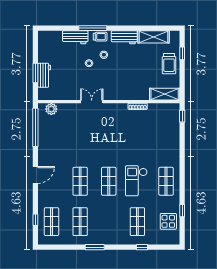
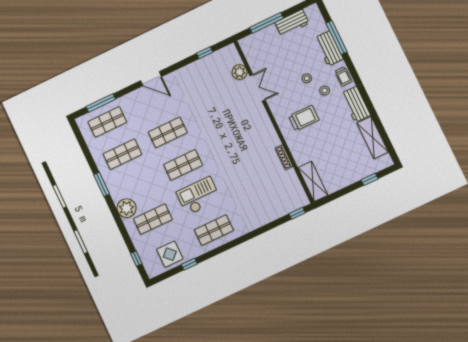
window: (93, 28) -> (336, 37), moved
trolley: (169, 64) -> (304, 118), moved, turned 180
window: (35, 73) -> (266, 23), width x1.44
workbench: (44, 75) -> (292, 23), moved
double door: (92, 102) -> (258, 88), moved
plant: (51, 109) -> (240, 72), moved
window: (35, 127) -> (205, 53), width x0.32
window: (35, 220) -> (101, 103), width x2.17
plant: (120, 237) -> (127, 208), added
window: (142, 247) -> (136, 259), moved

